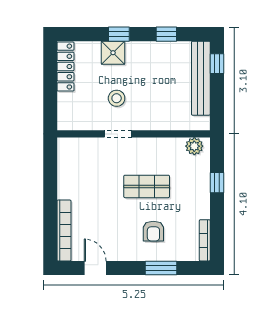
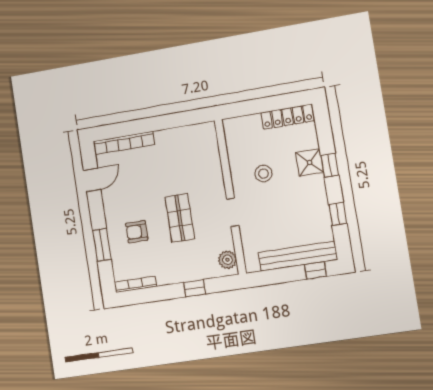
doorway: (118, 134) -> (233, 212), moved

